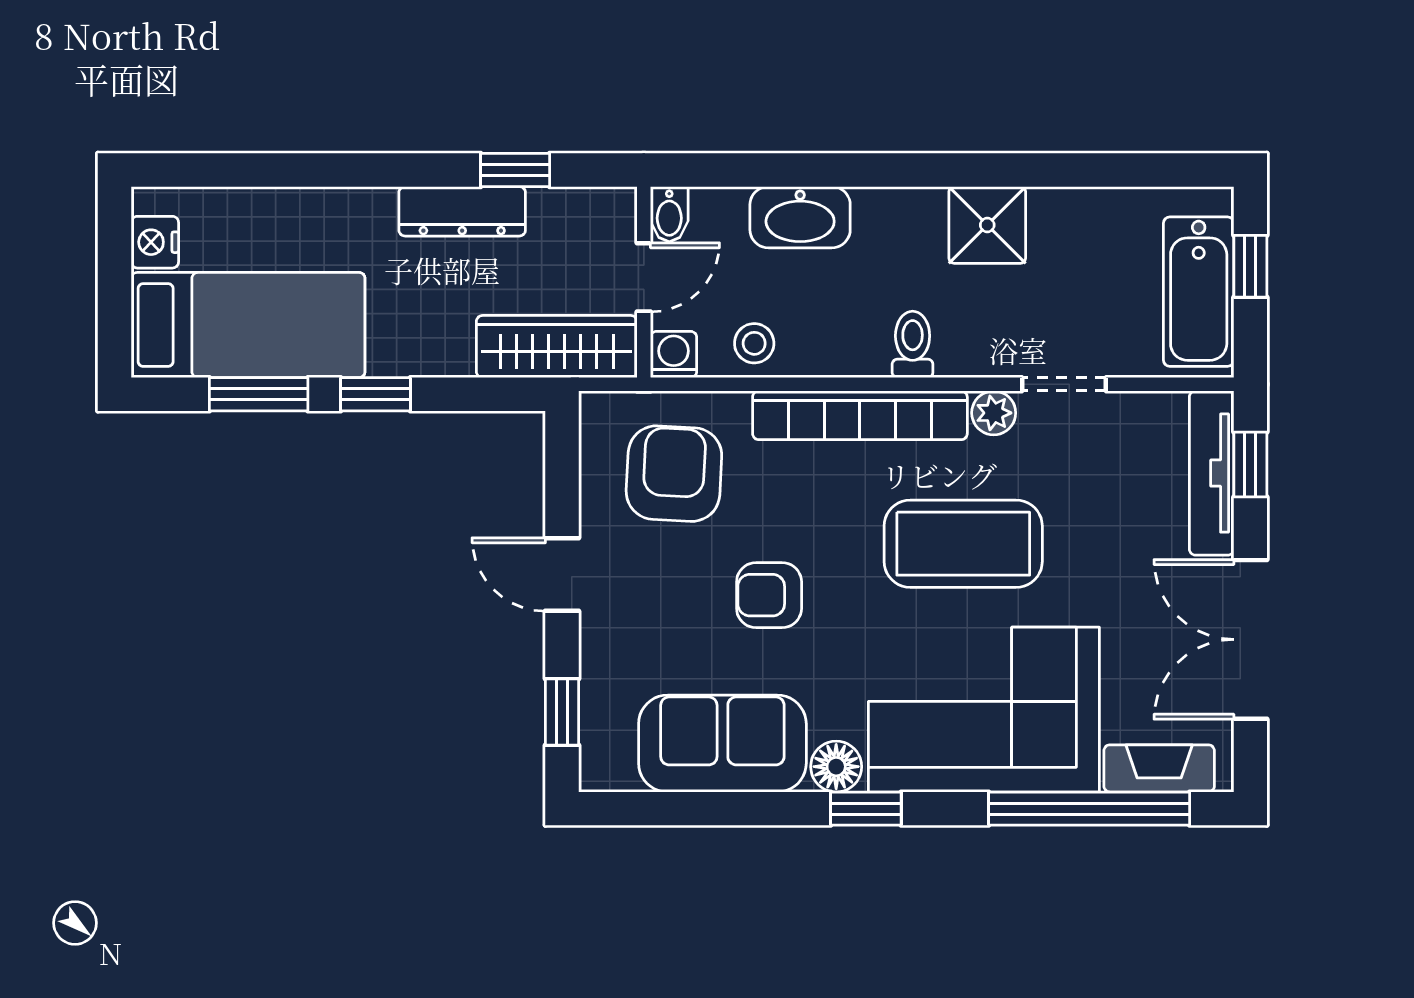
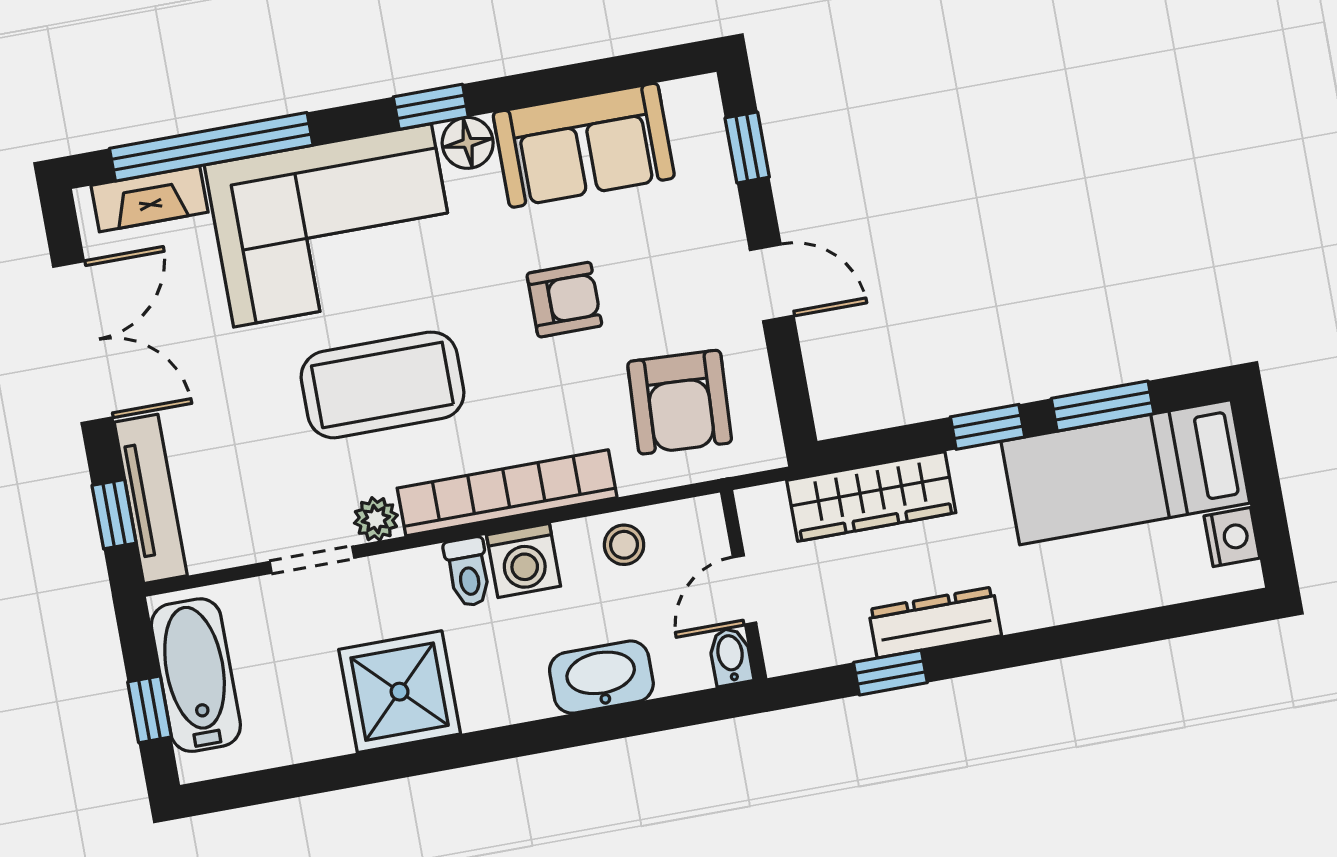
shower: (987, 225) -> (400, 692), width x1.36, depth x1.36
wardrobe: (557, 347) -> (871, 496), moved
washing machine: (674, 355) -> (524, 561), moved, width x1.38, depth x1.38

